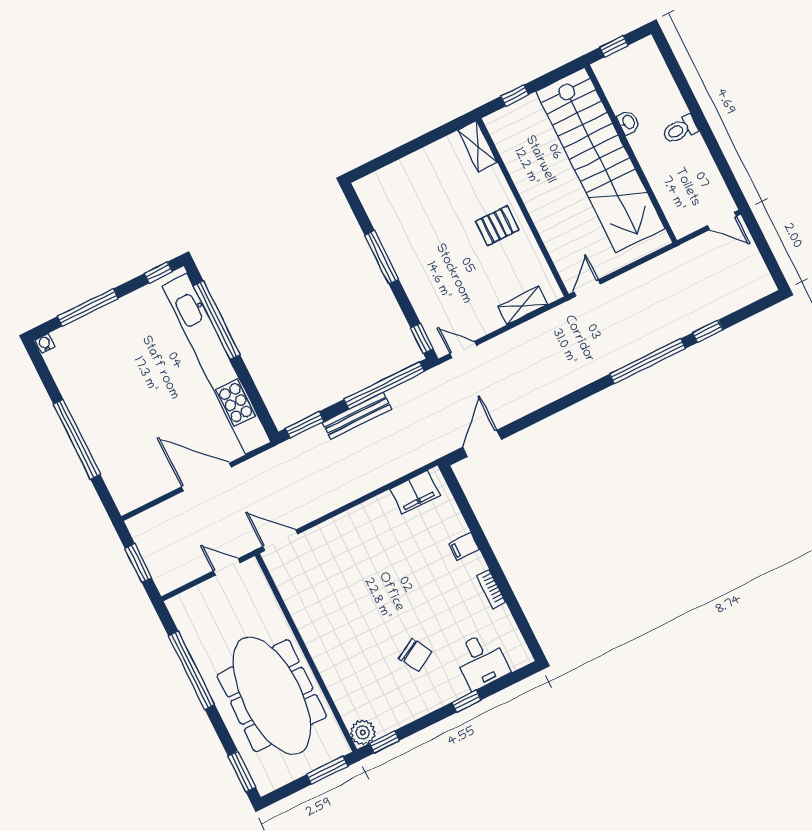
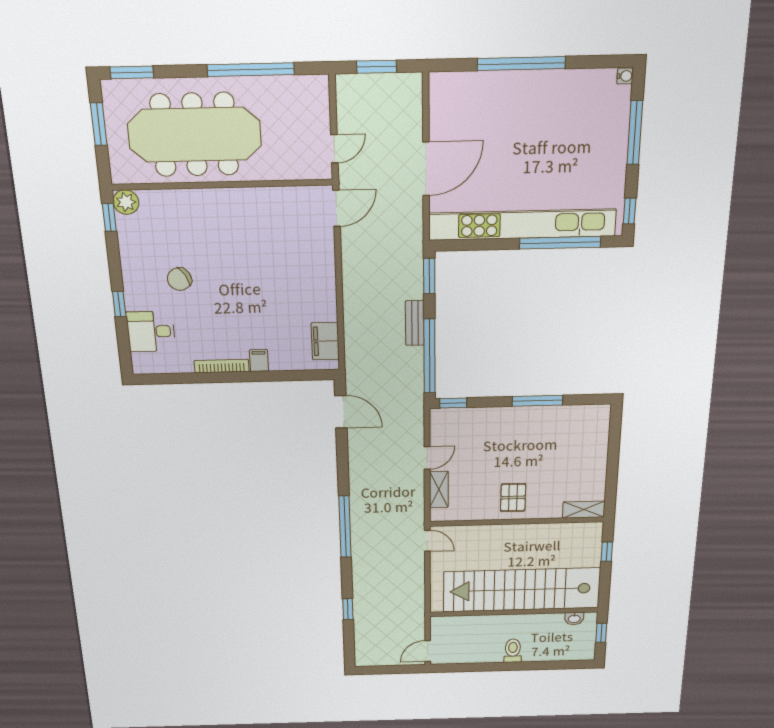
washbasin: (628, 122) -> (574, 619), moved
door: (463, 349) -> (427, 458), moved
window: (647, 361) -> (345, 527), moved
bench: (357, 416) -> (415, 323), width x0.73
bookcase: (491, 589) -> (222, 366), width x1.56
window: (327, 770) -> (99, 124), moved

